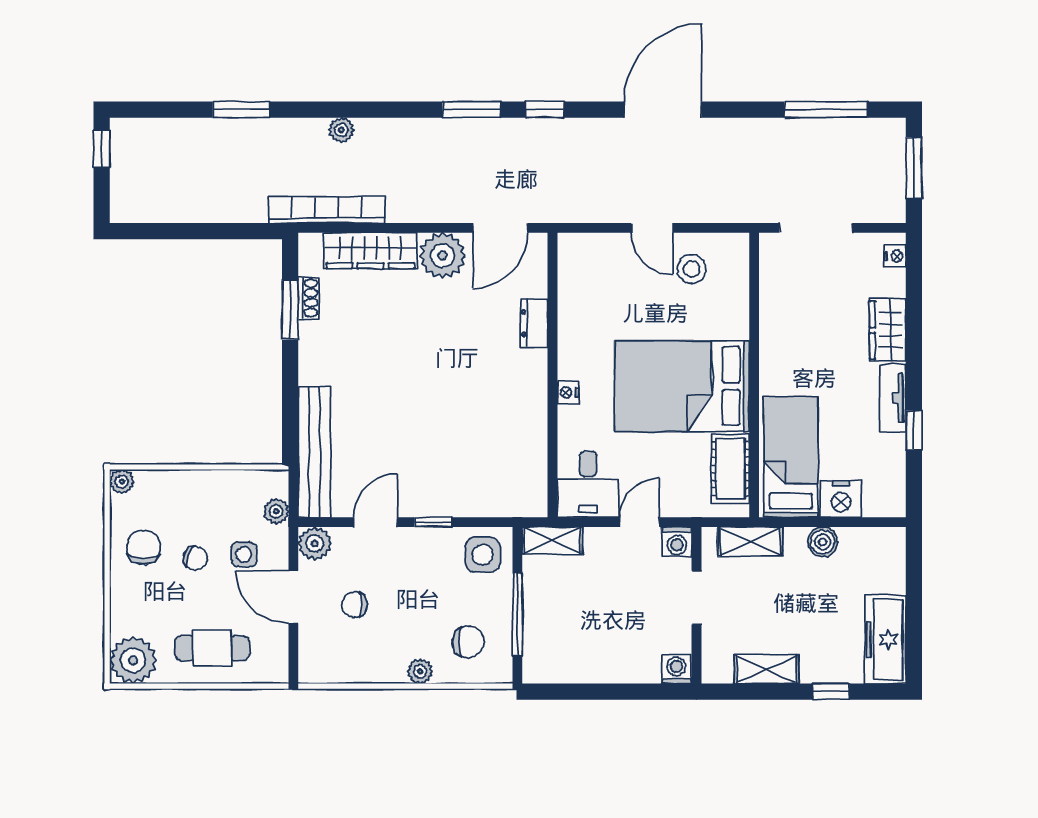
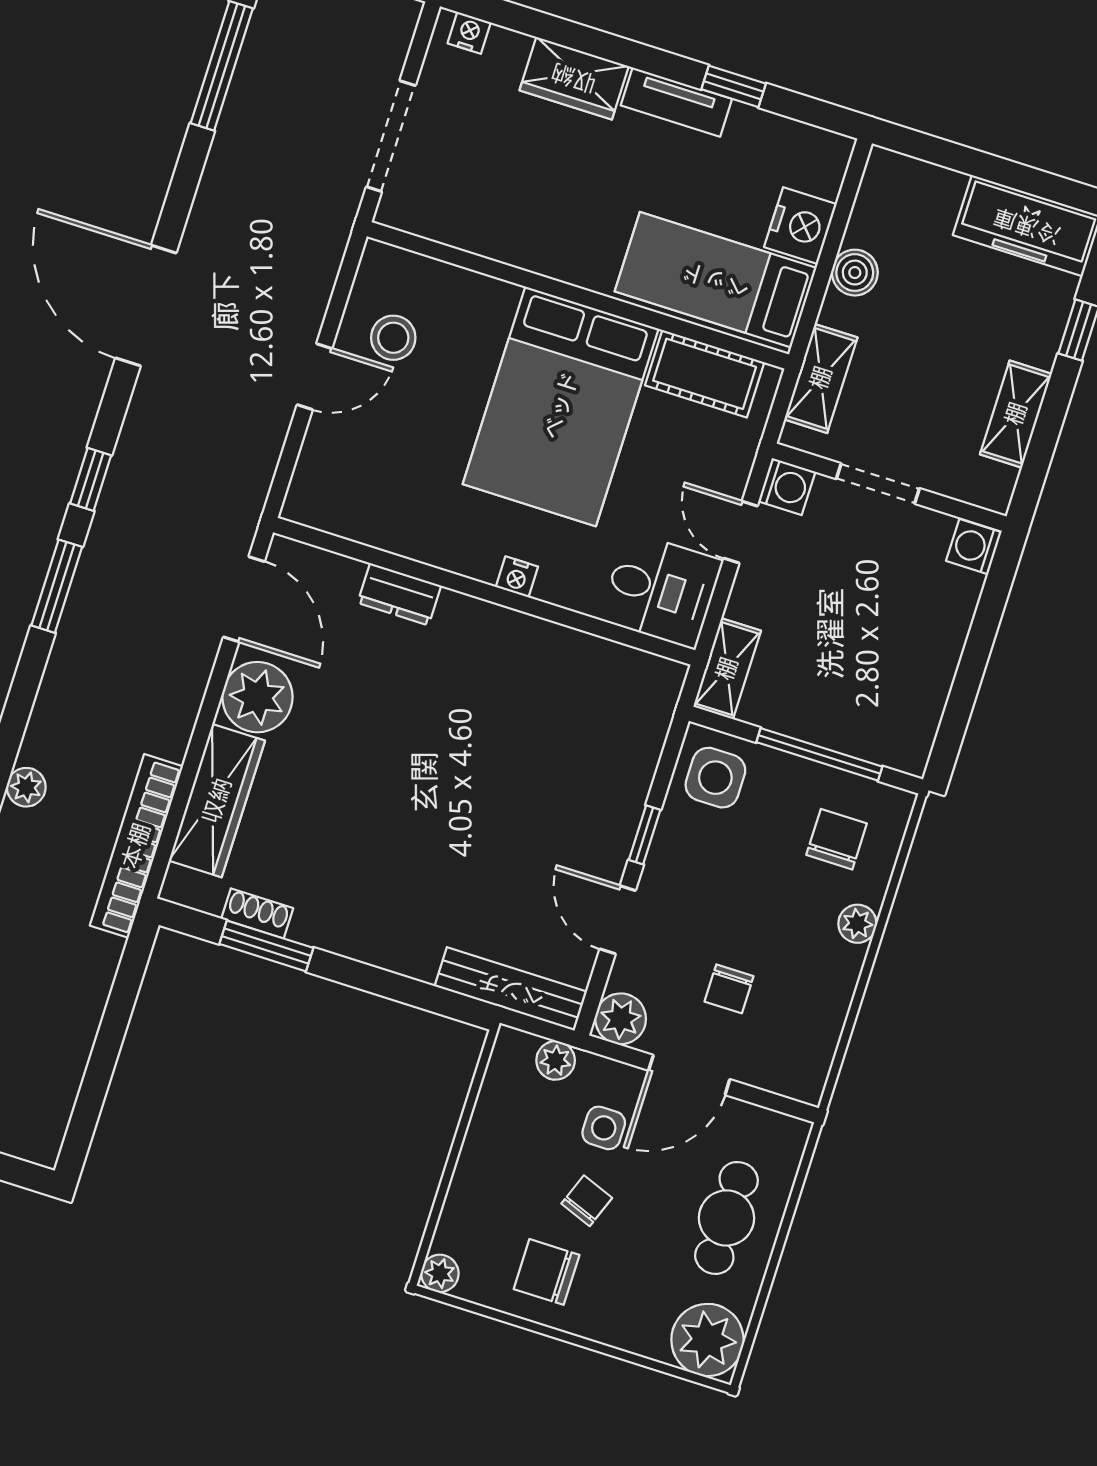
bench: (314, 452) -> (511, 989), width x0.73, depth x0.82

